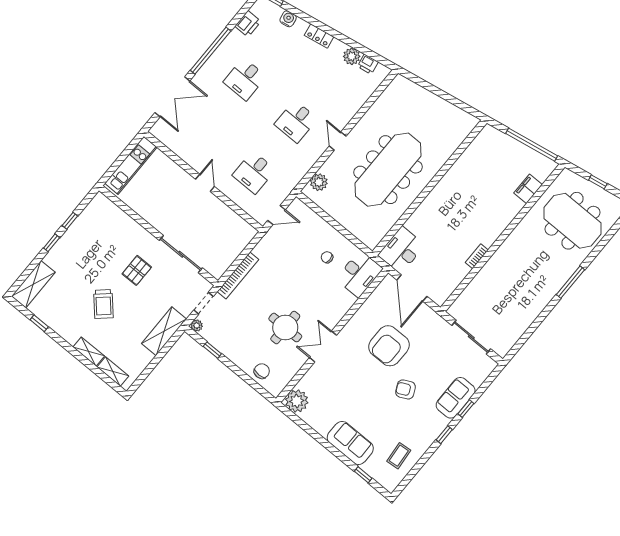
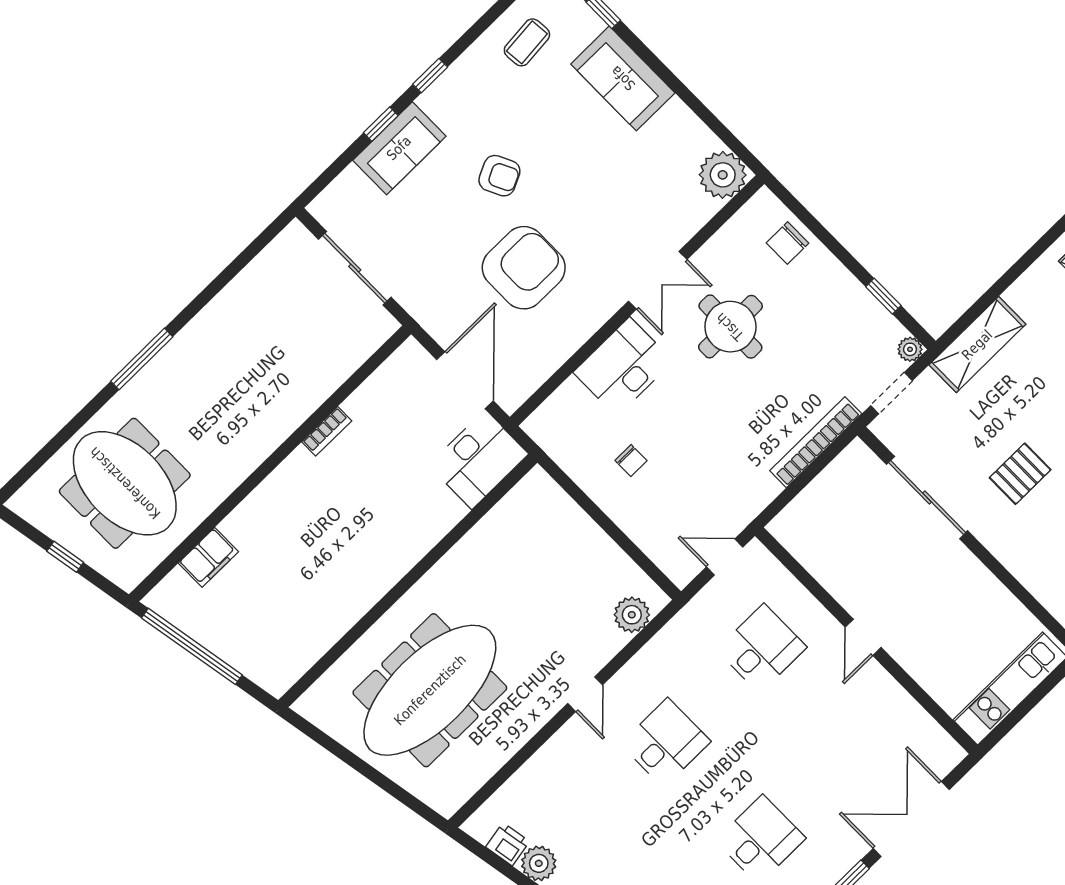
meeting table: (388, 170) -> (430, 690), moved
desk: (359, 274) -> (623, 367), moved

